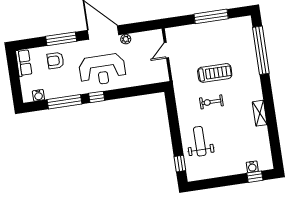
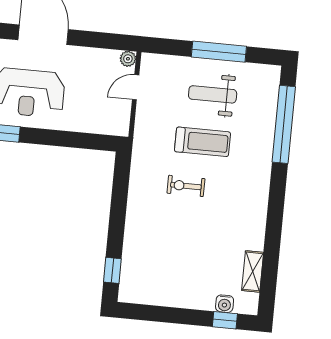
plant: (126, 39) -> (128, 59), moved
shelving: (260, 113) -> (253, 271), moved
weight bench: (200, 141) -> (213, 94), moved, turned -90

